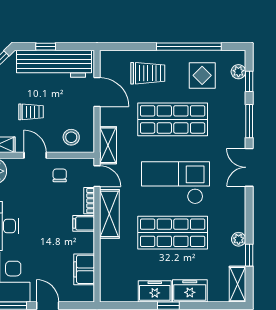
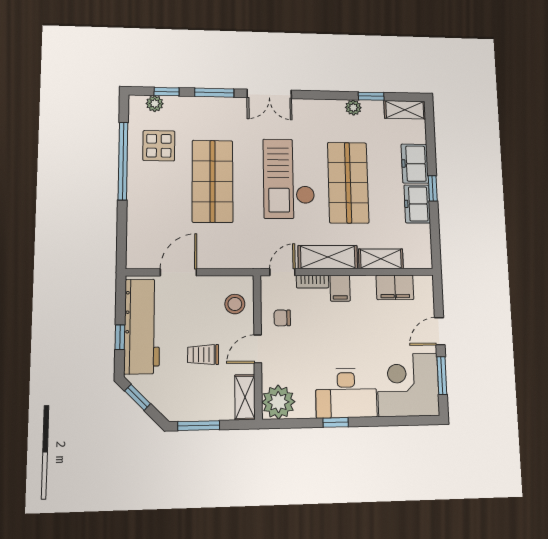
trolley: (148, 73) -> (155, 210), removed
trolley: (31, 112) -> (203, 355), turned -90
shelving: (108, 145) -> (381, 259), moved

